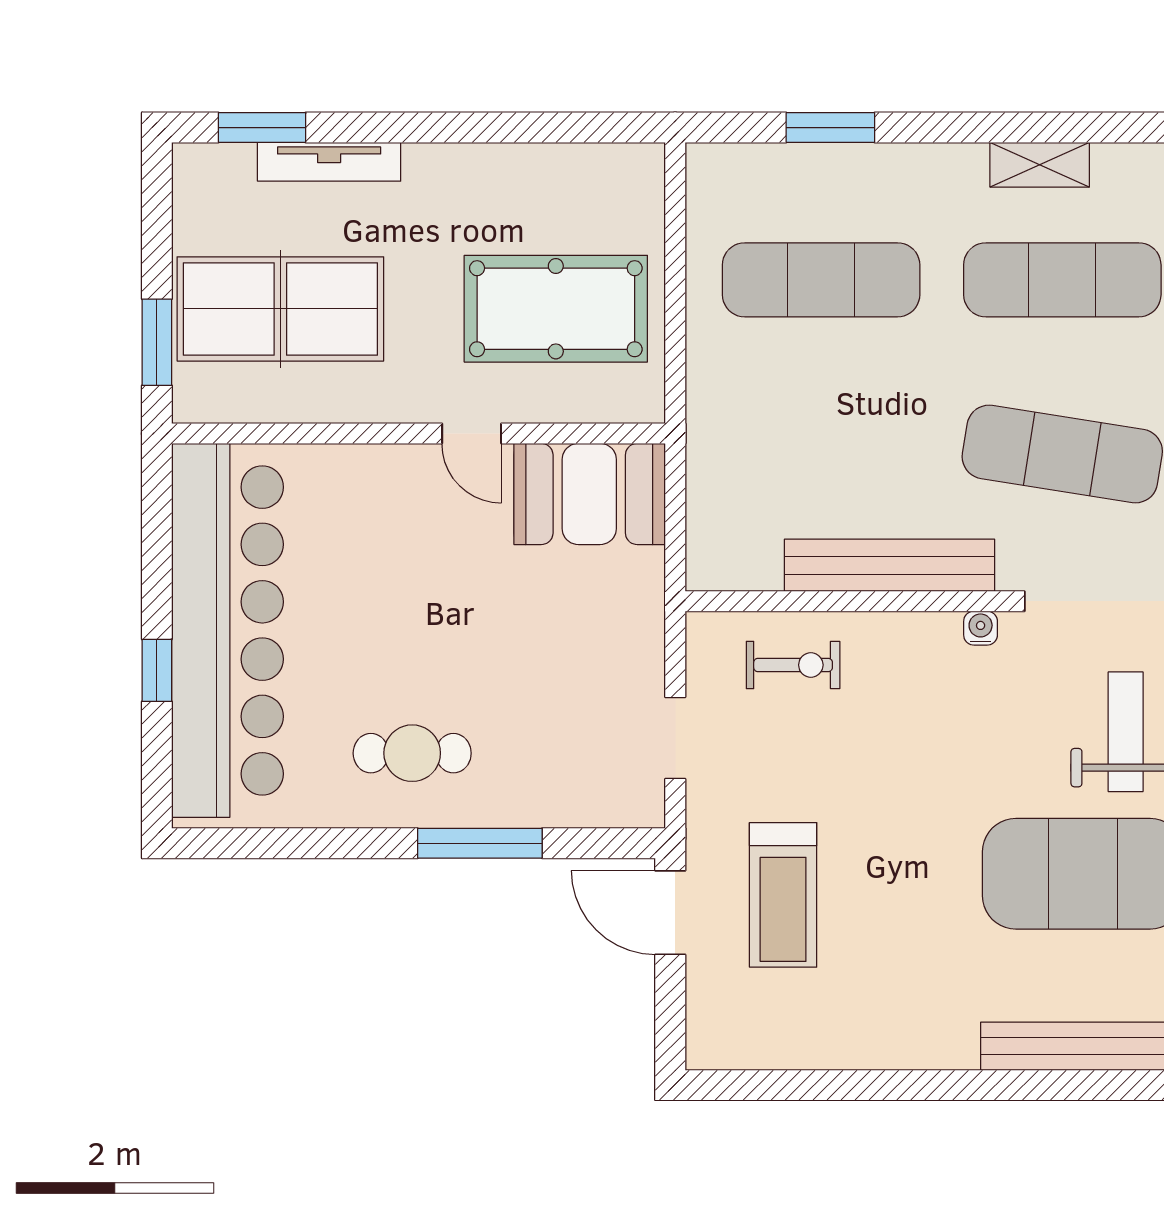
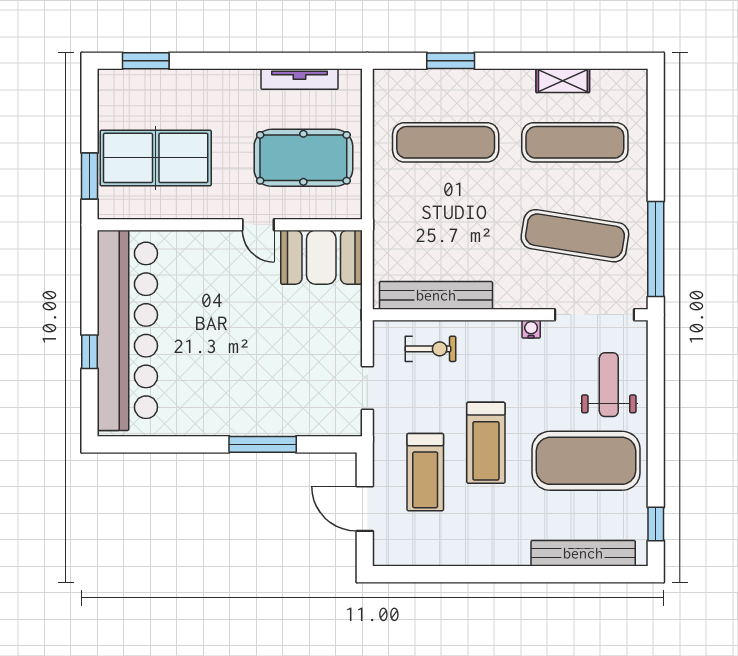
tv unit: (329, 162) -> (300, 79), moved
bench: (890, 565) -> (436, 295), moved
cafe table: (412, 753) -> (226, 396), removed
treadmill: (896, 840) -> (486, 443), added
door: (670, 913) -> (365, 509), moved

